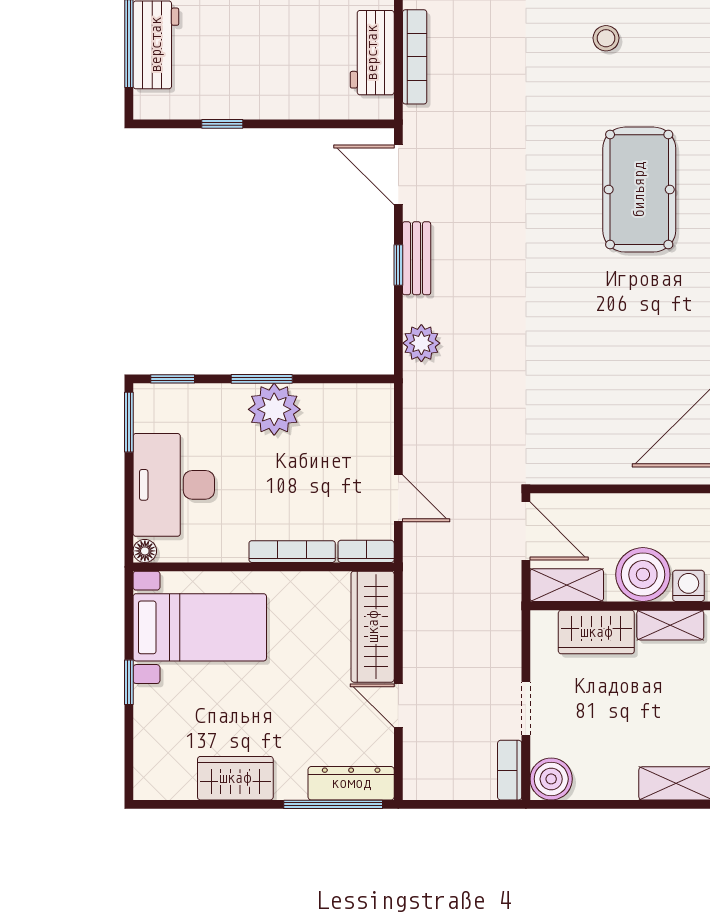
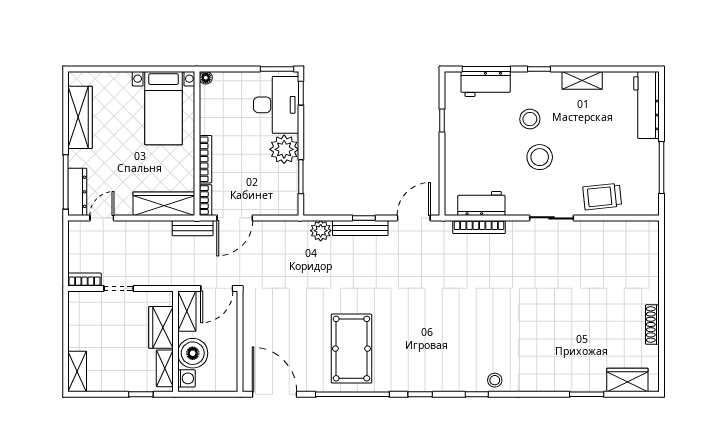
stool: (606, 38) -> (495, 380), moved
pool table: (639, 190) -> (351, 349), moved, turned 90
bench: (417, 258) -> (360, 228), width x1.36
window: (262, 379) -> (301, 177), moved
desk: (174, 485) -> (276, 105), moved, turned 90
door: (398, 498) -> (235, 218), width x1.38
bench: (417, 575) -> (193, 228), added
window: (129, 682) -> (133, 69), removed
door: (398, 706) -> (102, 218), moved
wardrobe: (235, 778) -> (80, 117), width x1.50
boiler: (551, 779) -> (80, 302), removed

